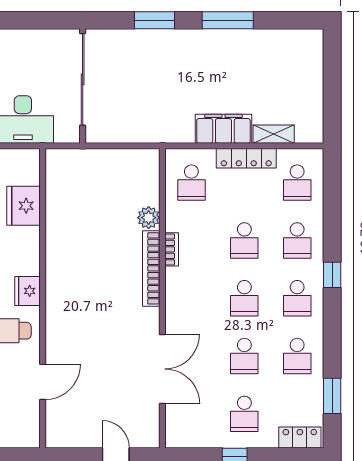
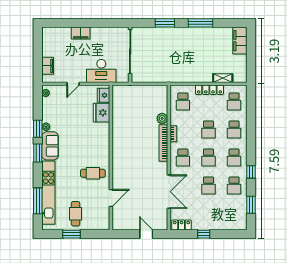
filing cabinet: (223, 129) -> (240, 41), moved, turned -90
window: (332, 275) -> (251, 172), moved
fridge: (28, 291) -> (103, 95), moved
school desk: (244, 414) -> (183, 157), moved
locker: (300, 437) -> (181, 225), moved

